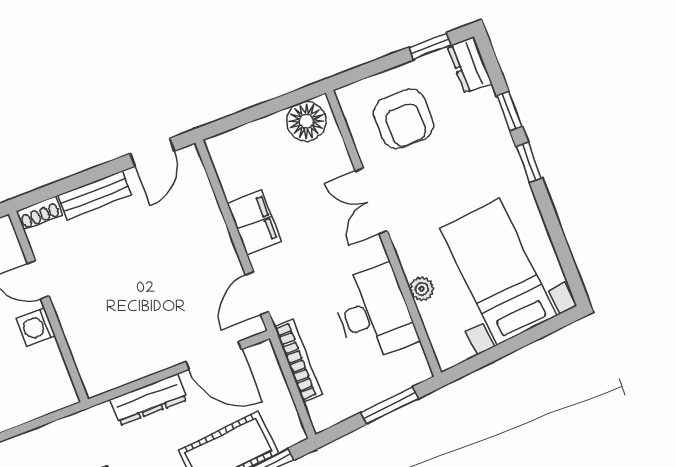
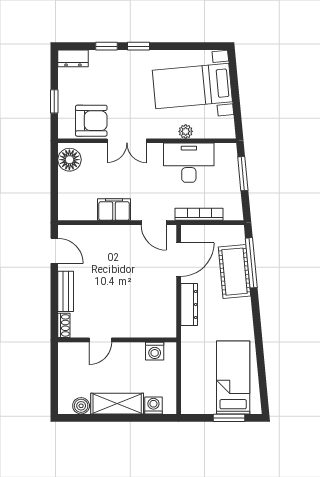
window: (430, 46) -> (54, 101), moved
armchair: (404, 119) -> (91, 121), moved
washing machine: (36, 327) -> (155, 351), moved

